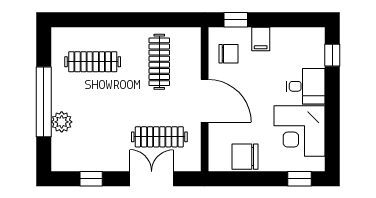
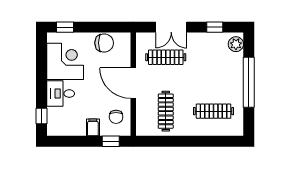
chair: (229, 54) -> (116, 117), turned -90
plant: (62, 122) -> (236, 44), moved

